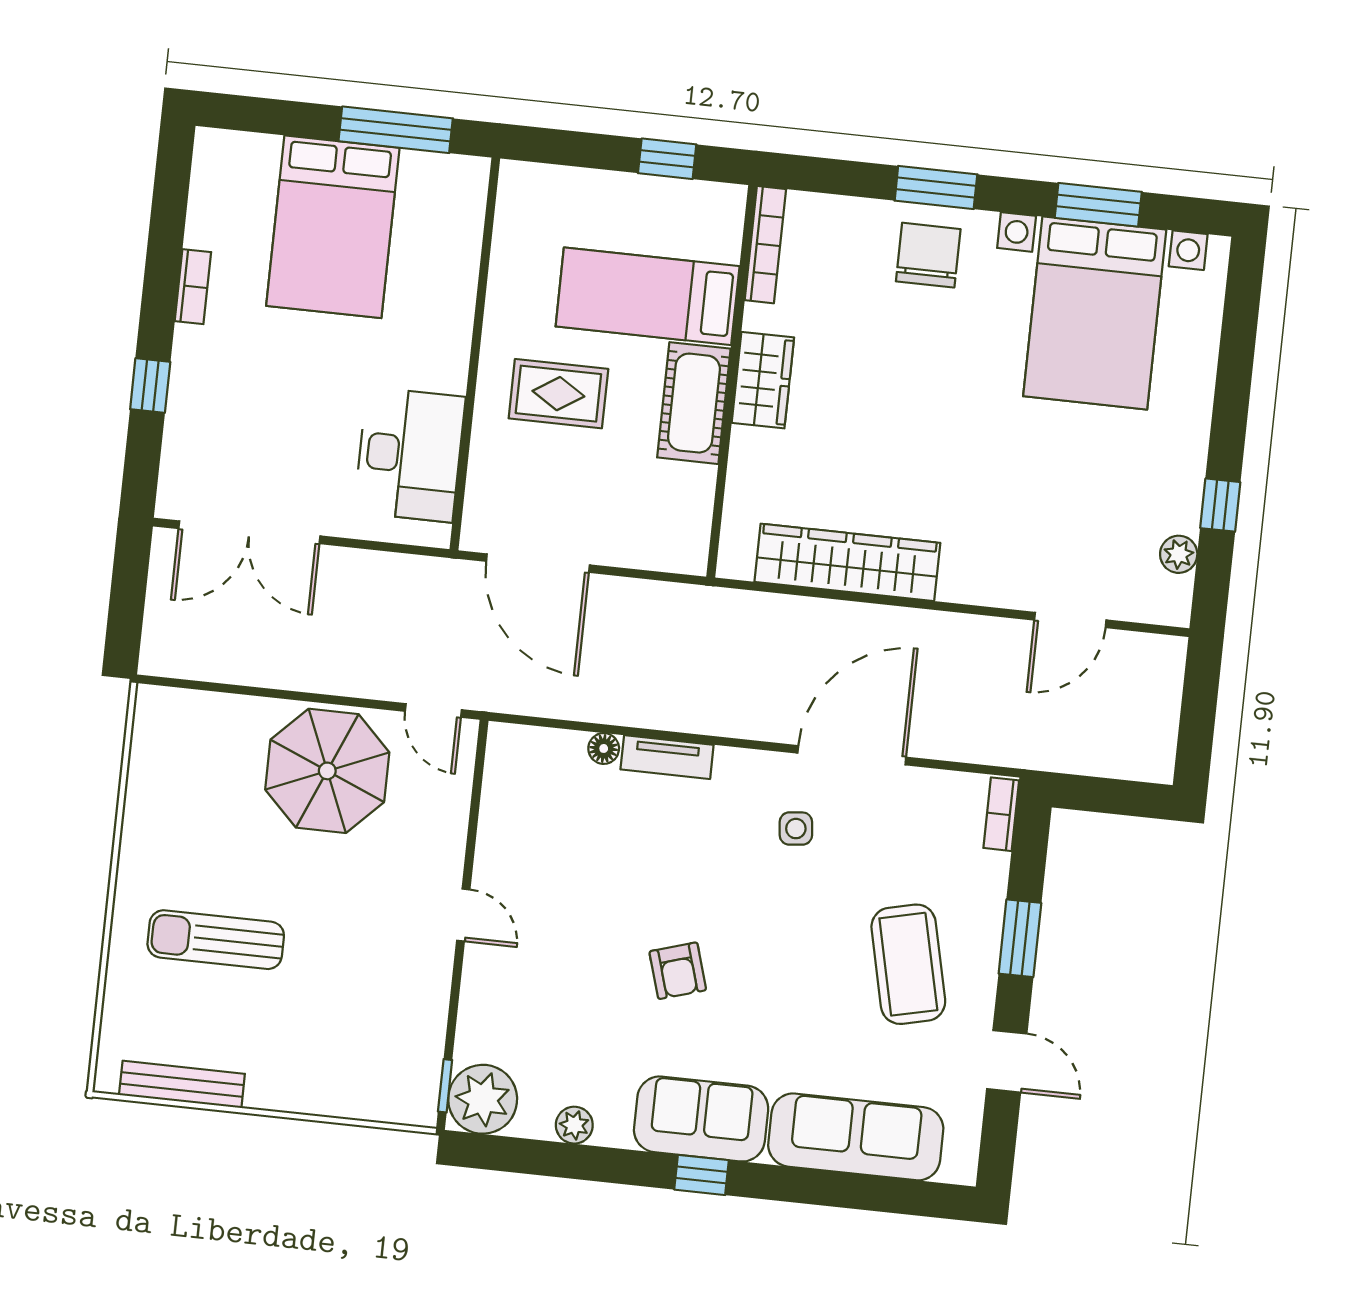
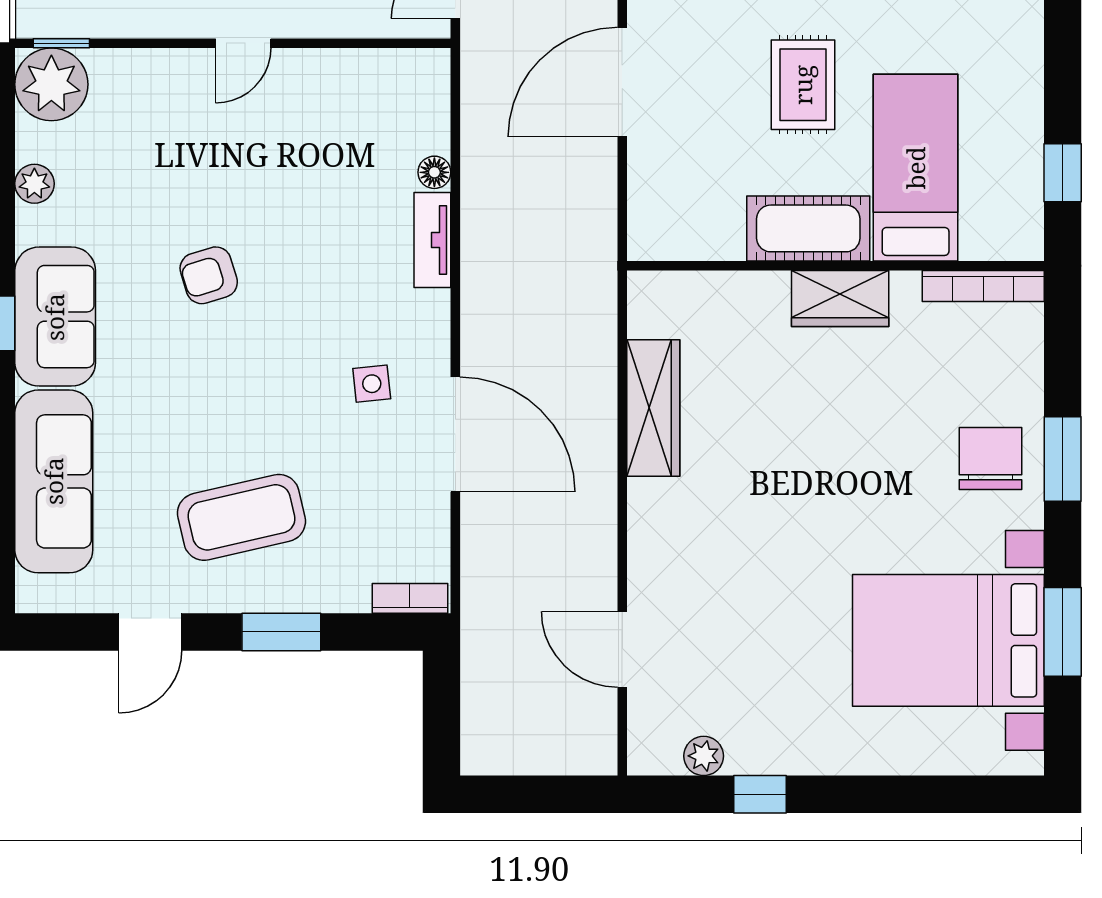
chair: (928, 255) -> (990, 459), turned -90
wardrobe: (847, 562) -> (653, 408), width x0.71, depth x0.85

